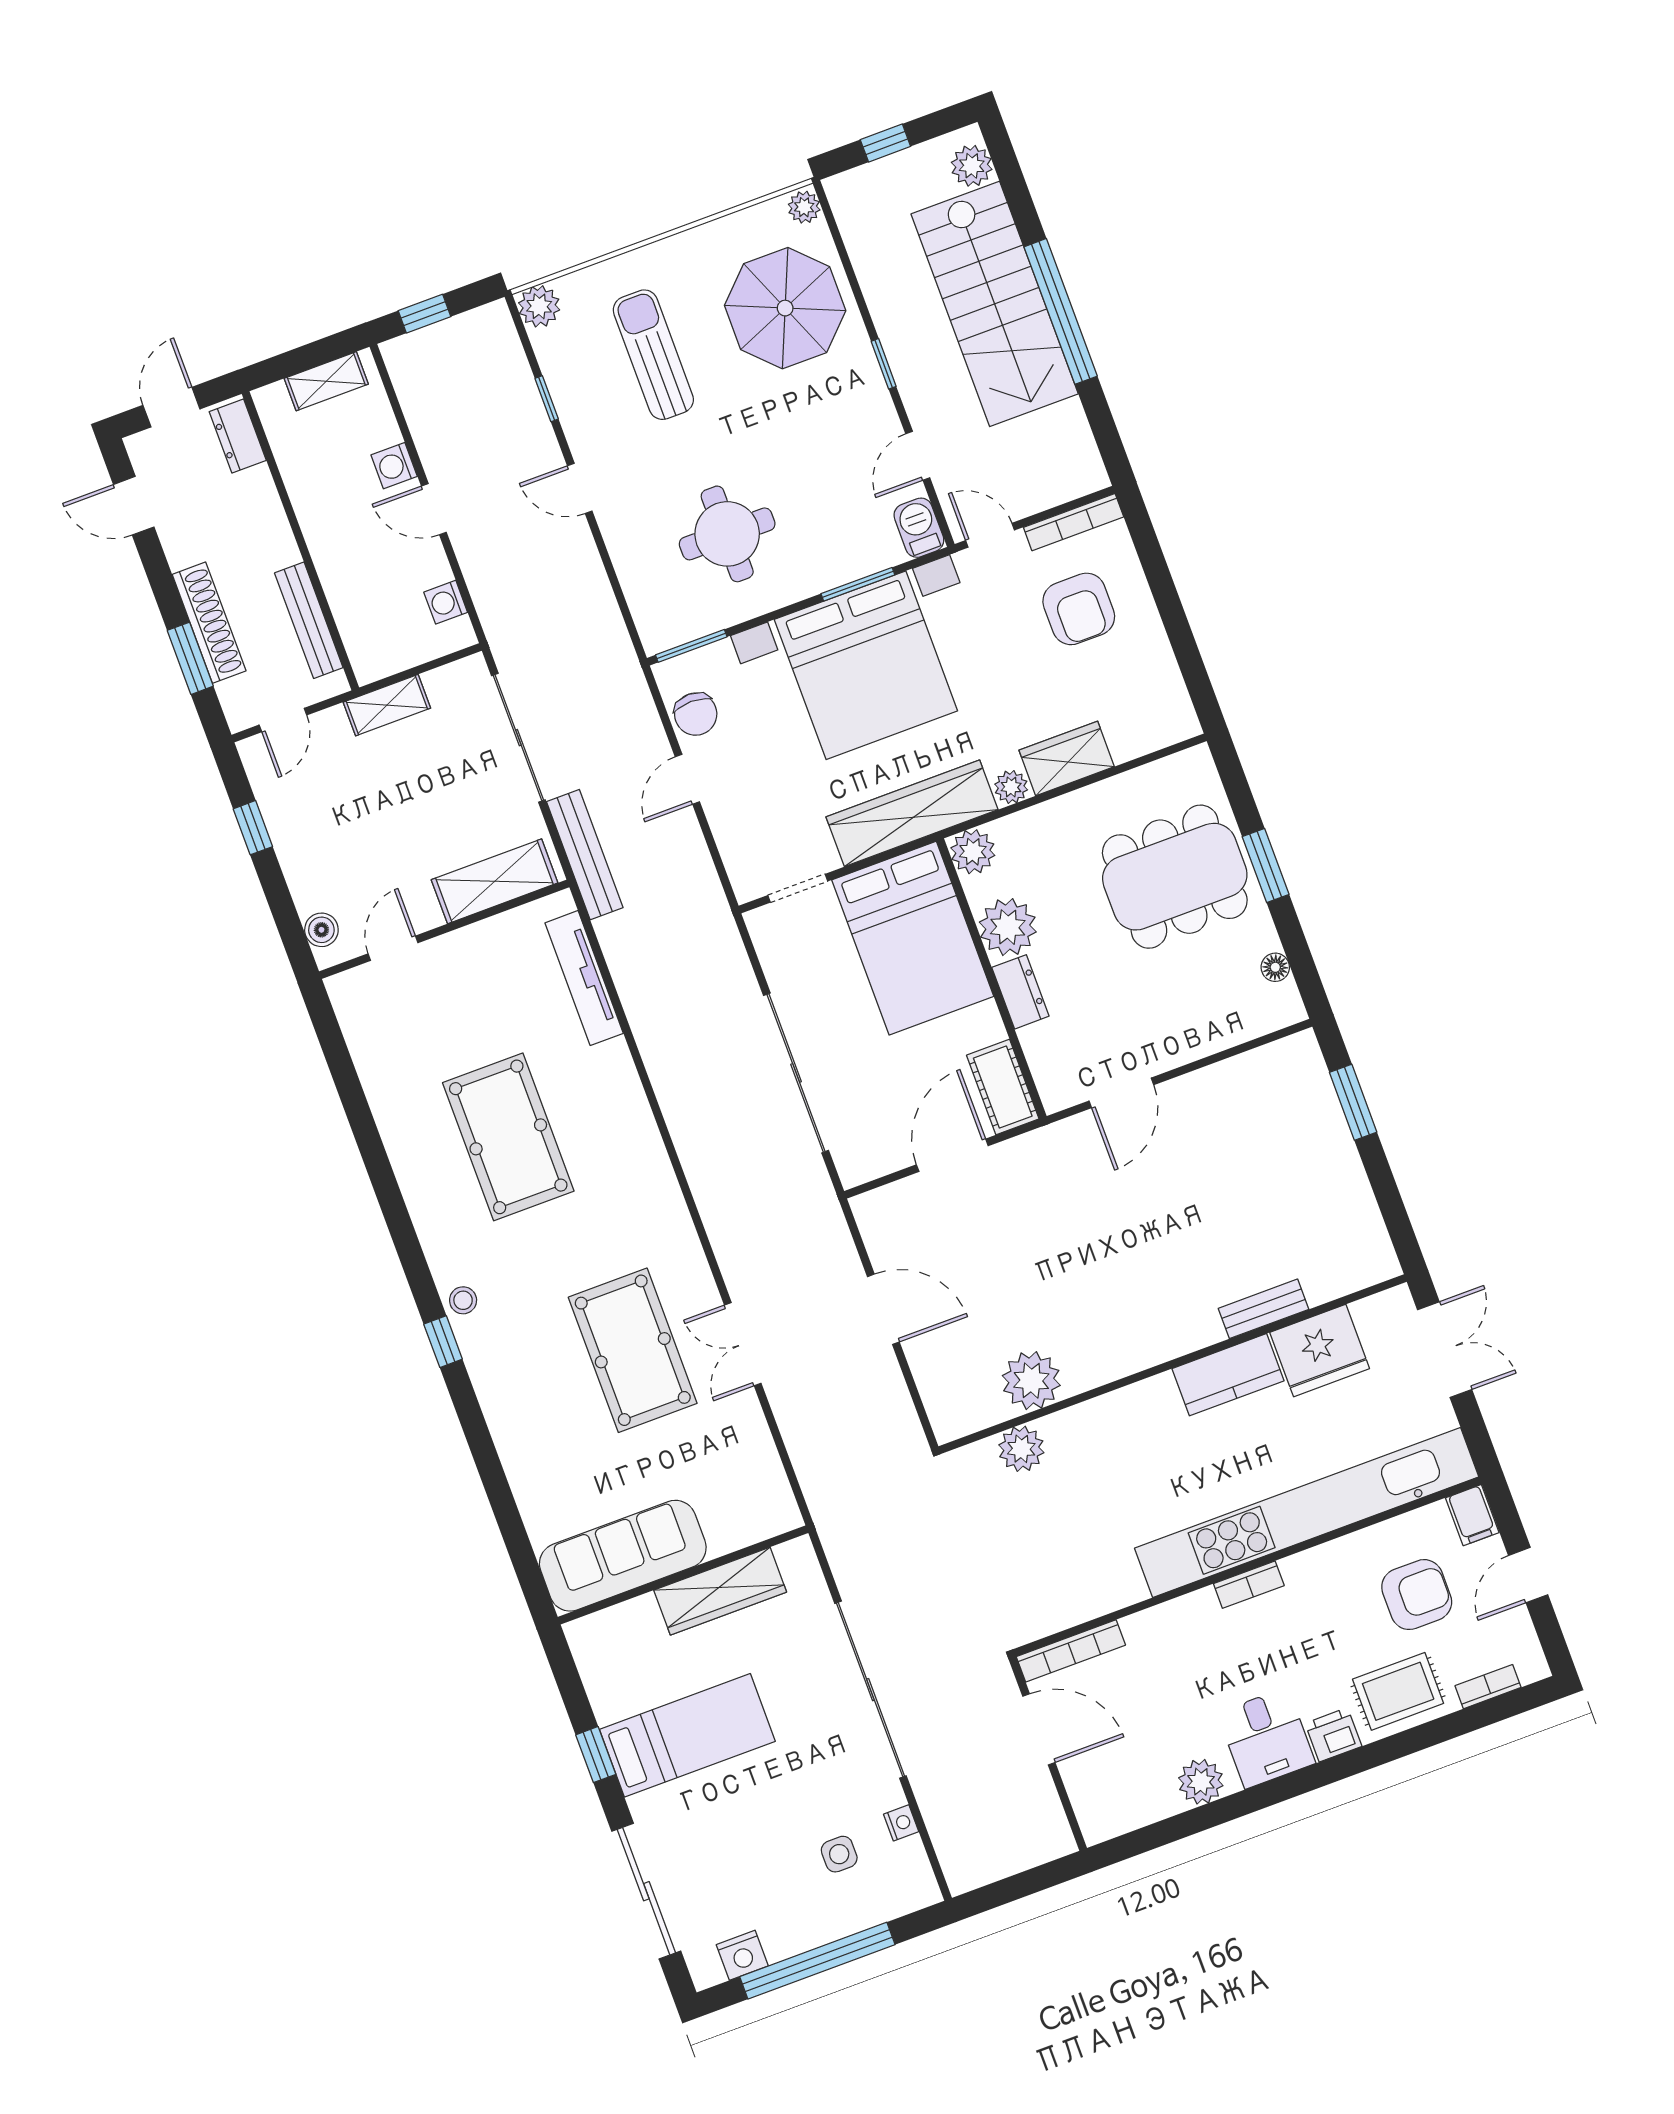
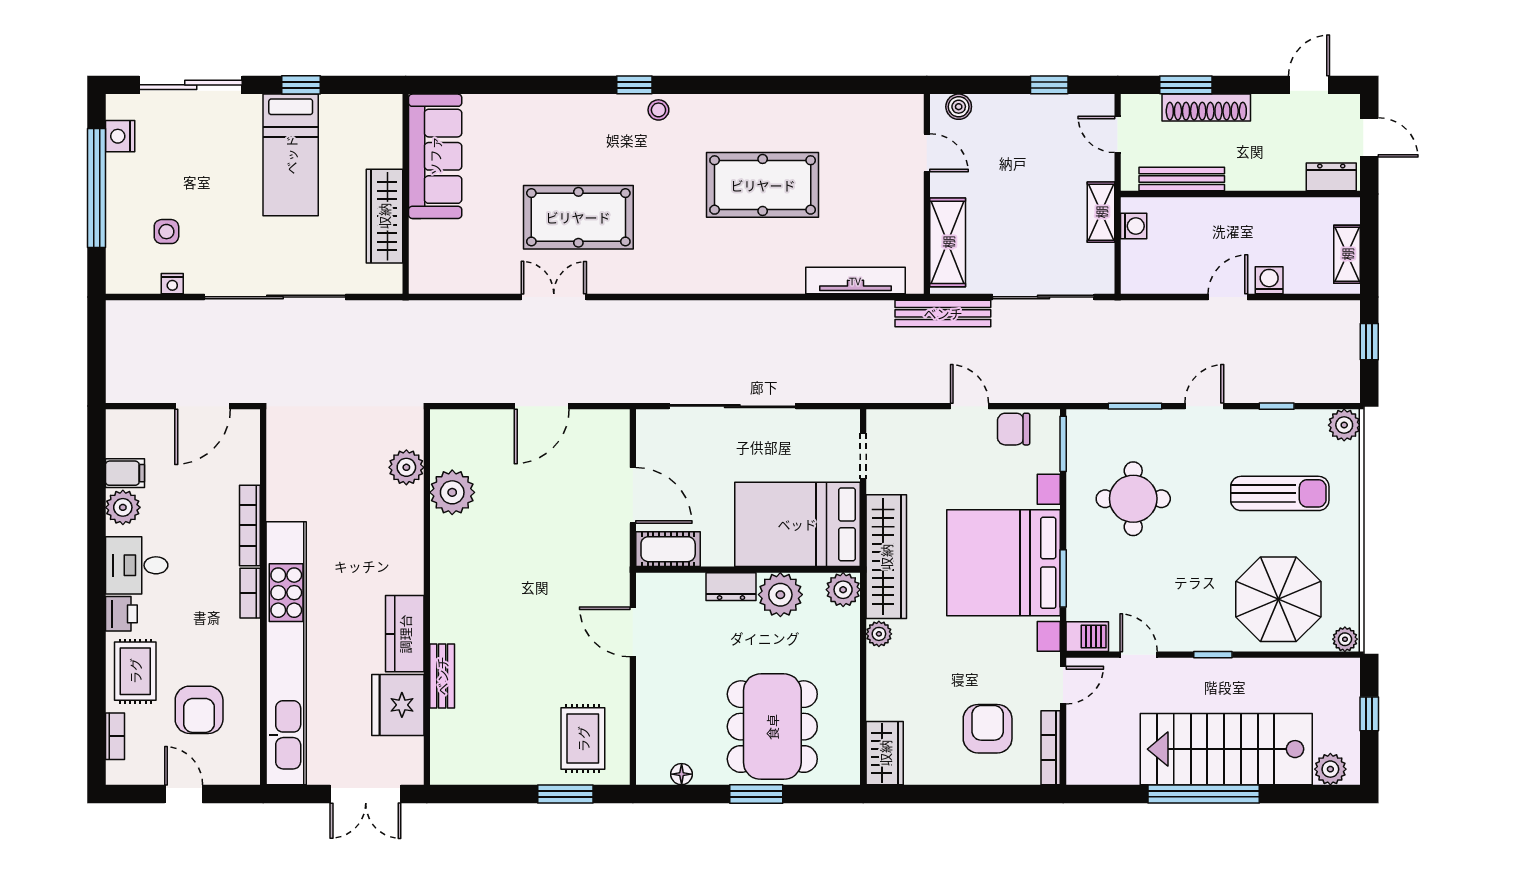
window: (612, 574) -> (1135, 406), added
washing machine: (446, 602) -> (1134, 226), moved, turned 90
armchair: (1079, 609) -> (988, 729), turned 90
wardrobe: (1067, 758) -> (885, 753), moved
rug: (1276, 1106) -> (583, 739), added
filing cabinet: (1472, 1515) -> (125, 473), moved, turned 180
bookcase: (1071, 1651) -> (250, 525), moved

